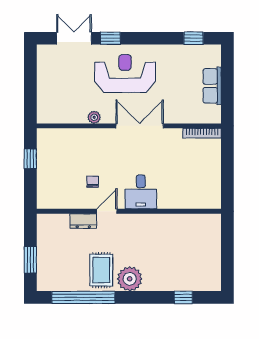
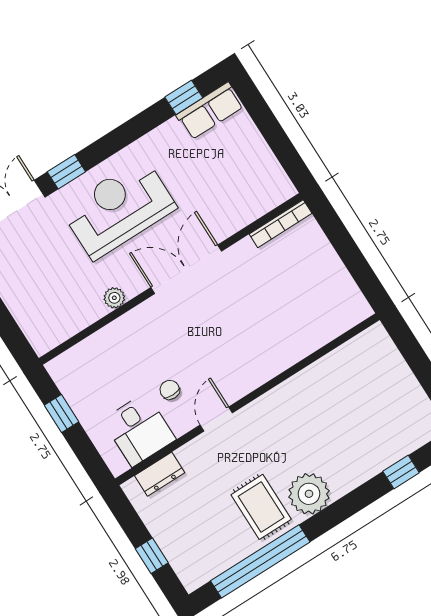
row of seats: (212, 86) -> (210, 111), moved, turned -90
desk: (141, 192) -> (139, 430), moved
dresser: (83, 221) -> (160, 474), moved
window: (30, 260) -> (152, 556), width x0.67

